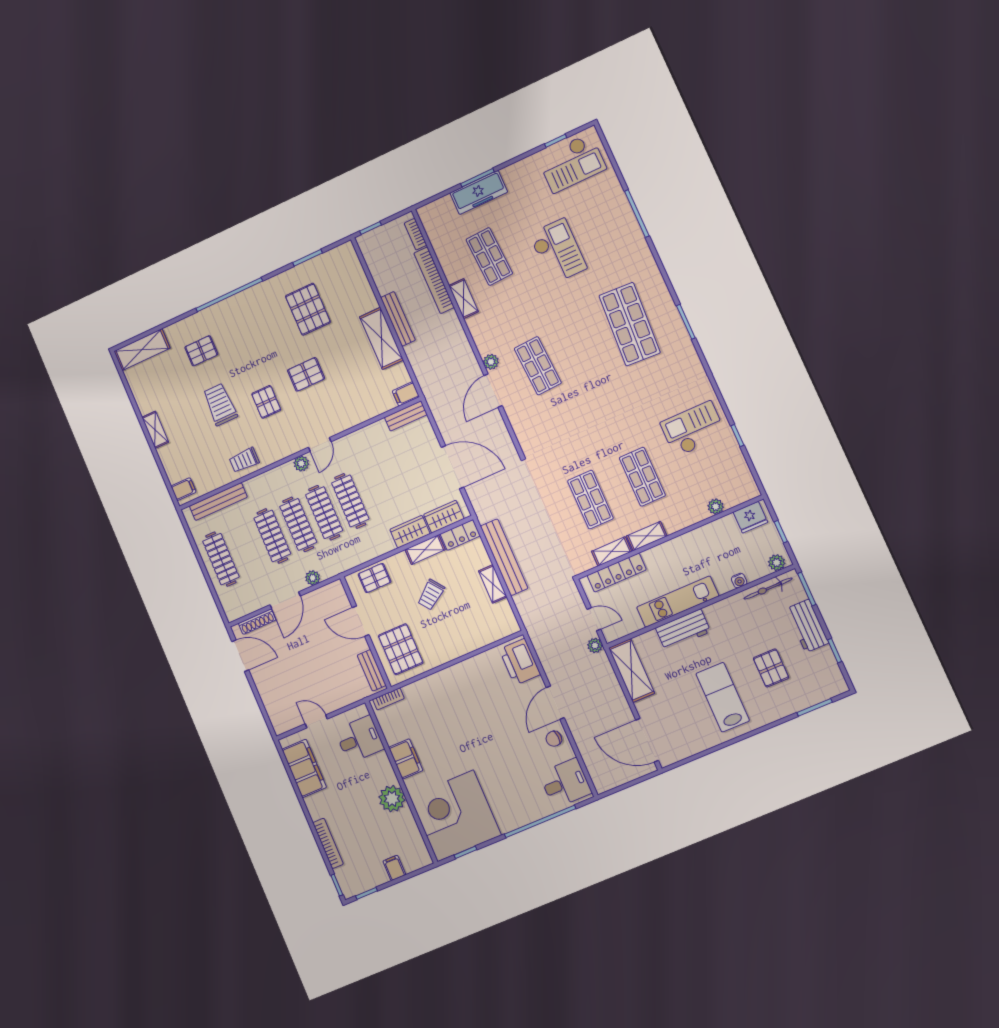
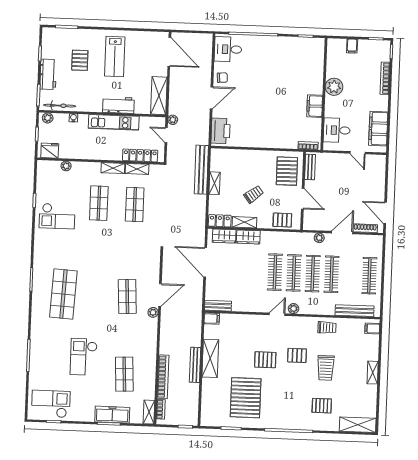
shelving: (464, 299) -> (149, 412), moved
pallet: (308, 309) -> (246, 398), width x1.37, depth x1.41
pallet: (266, 402) -> (297, 355), turned 90
bench: (504, 557) -> (201, 170), moved
corner desk: (455, 816) -> (301, 60), removed

